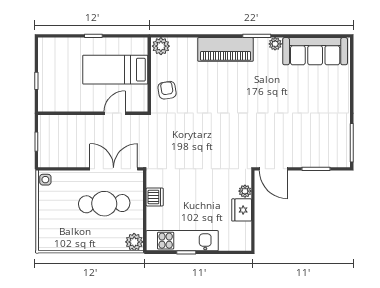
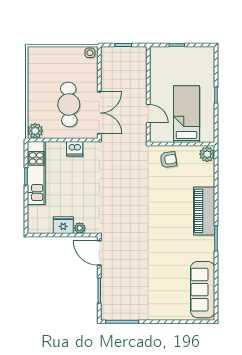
plant: (275, 44) -> (209, 255), removed
door: (273, 169) -> (99, 253), hinge flipped

